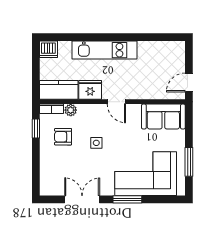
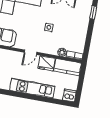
door: (116, 102) -> (31, 52), swing flipped
window: (36, 129) -> (93, 13), moved
armchair: (63, 137) -> (70, 35), removed

